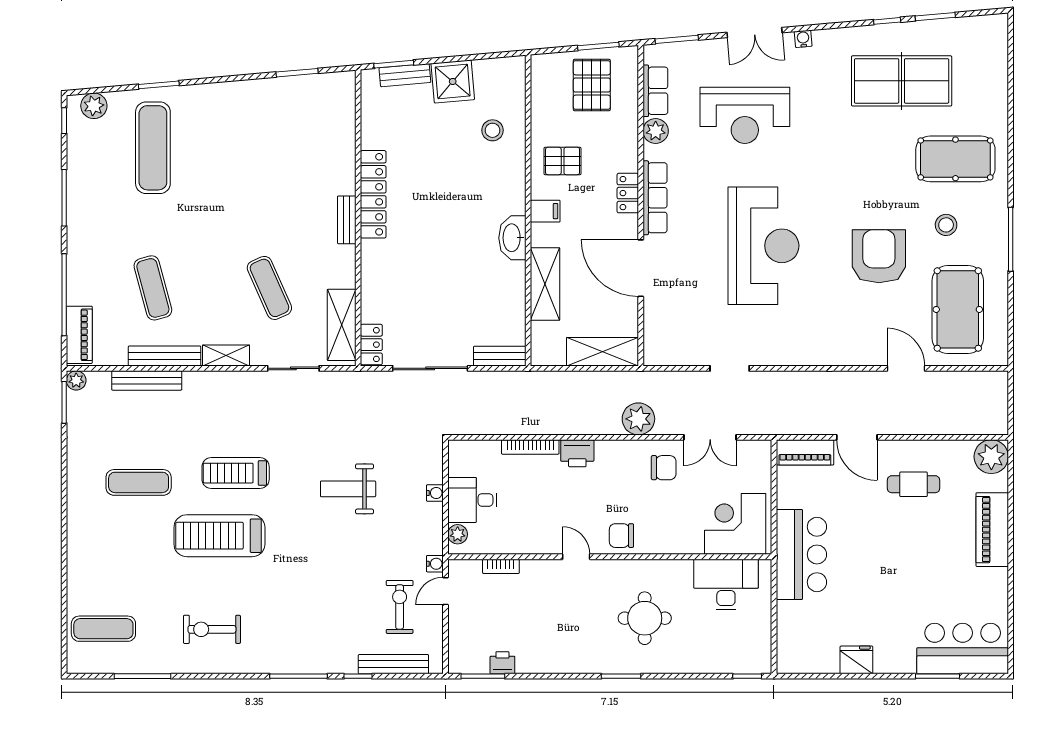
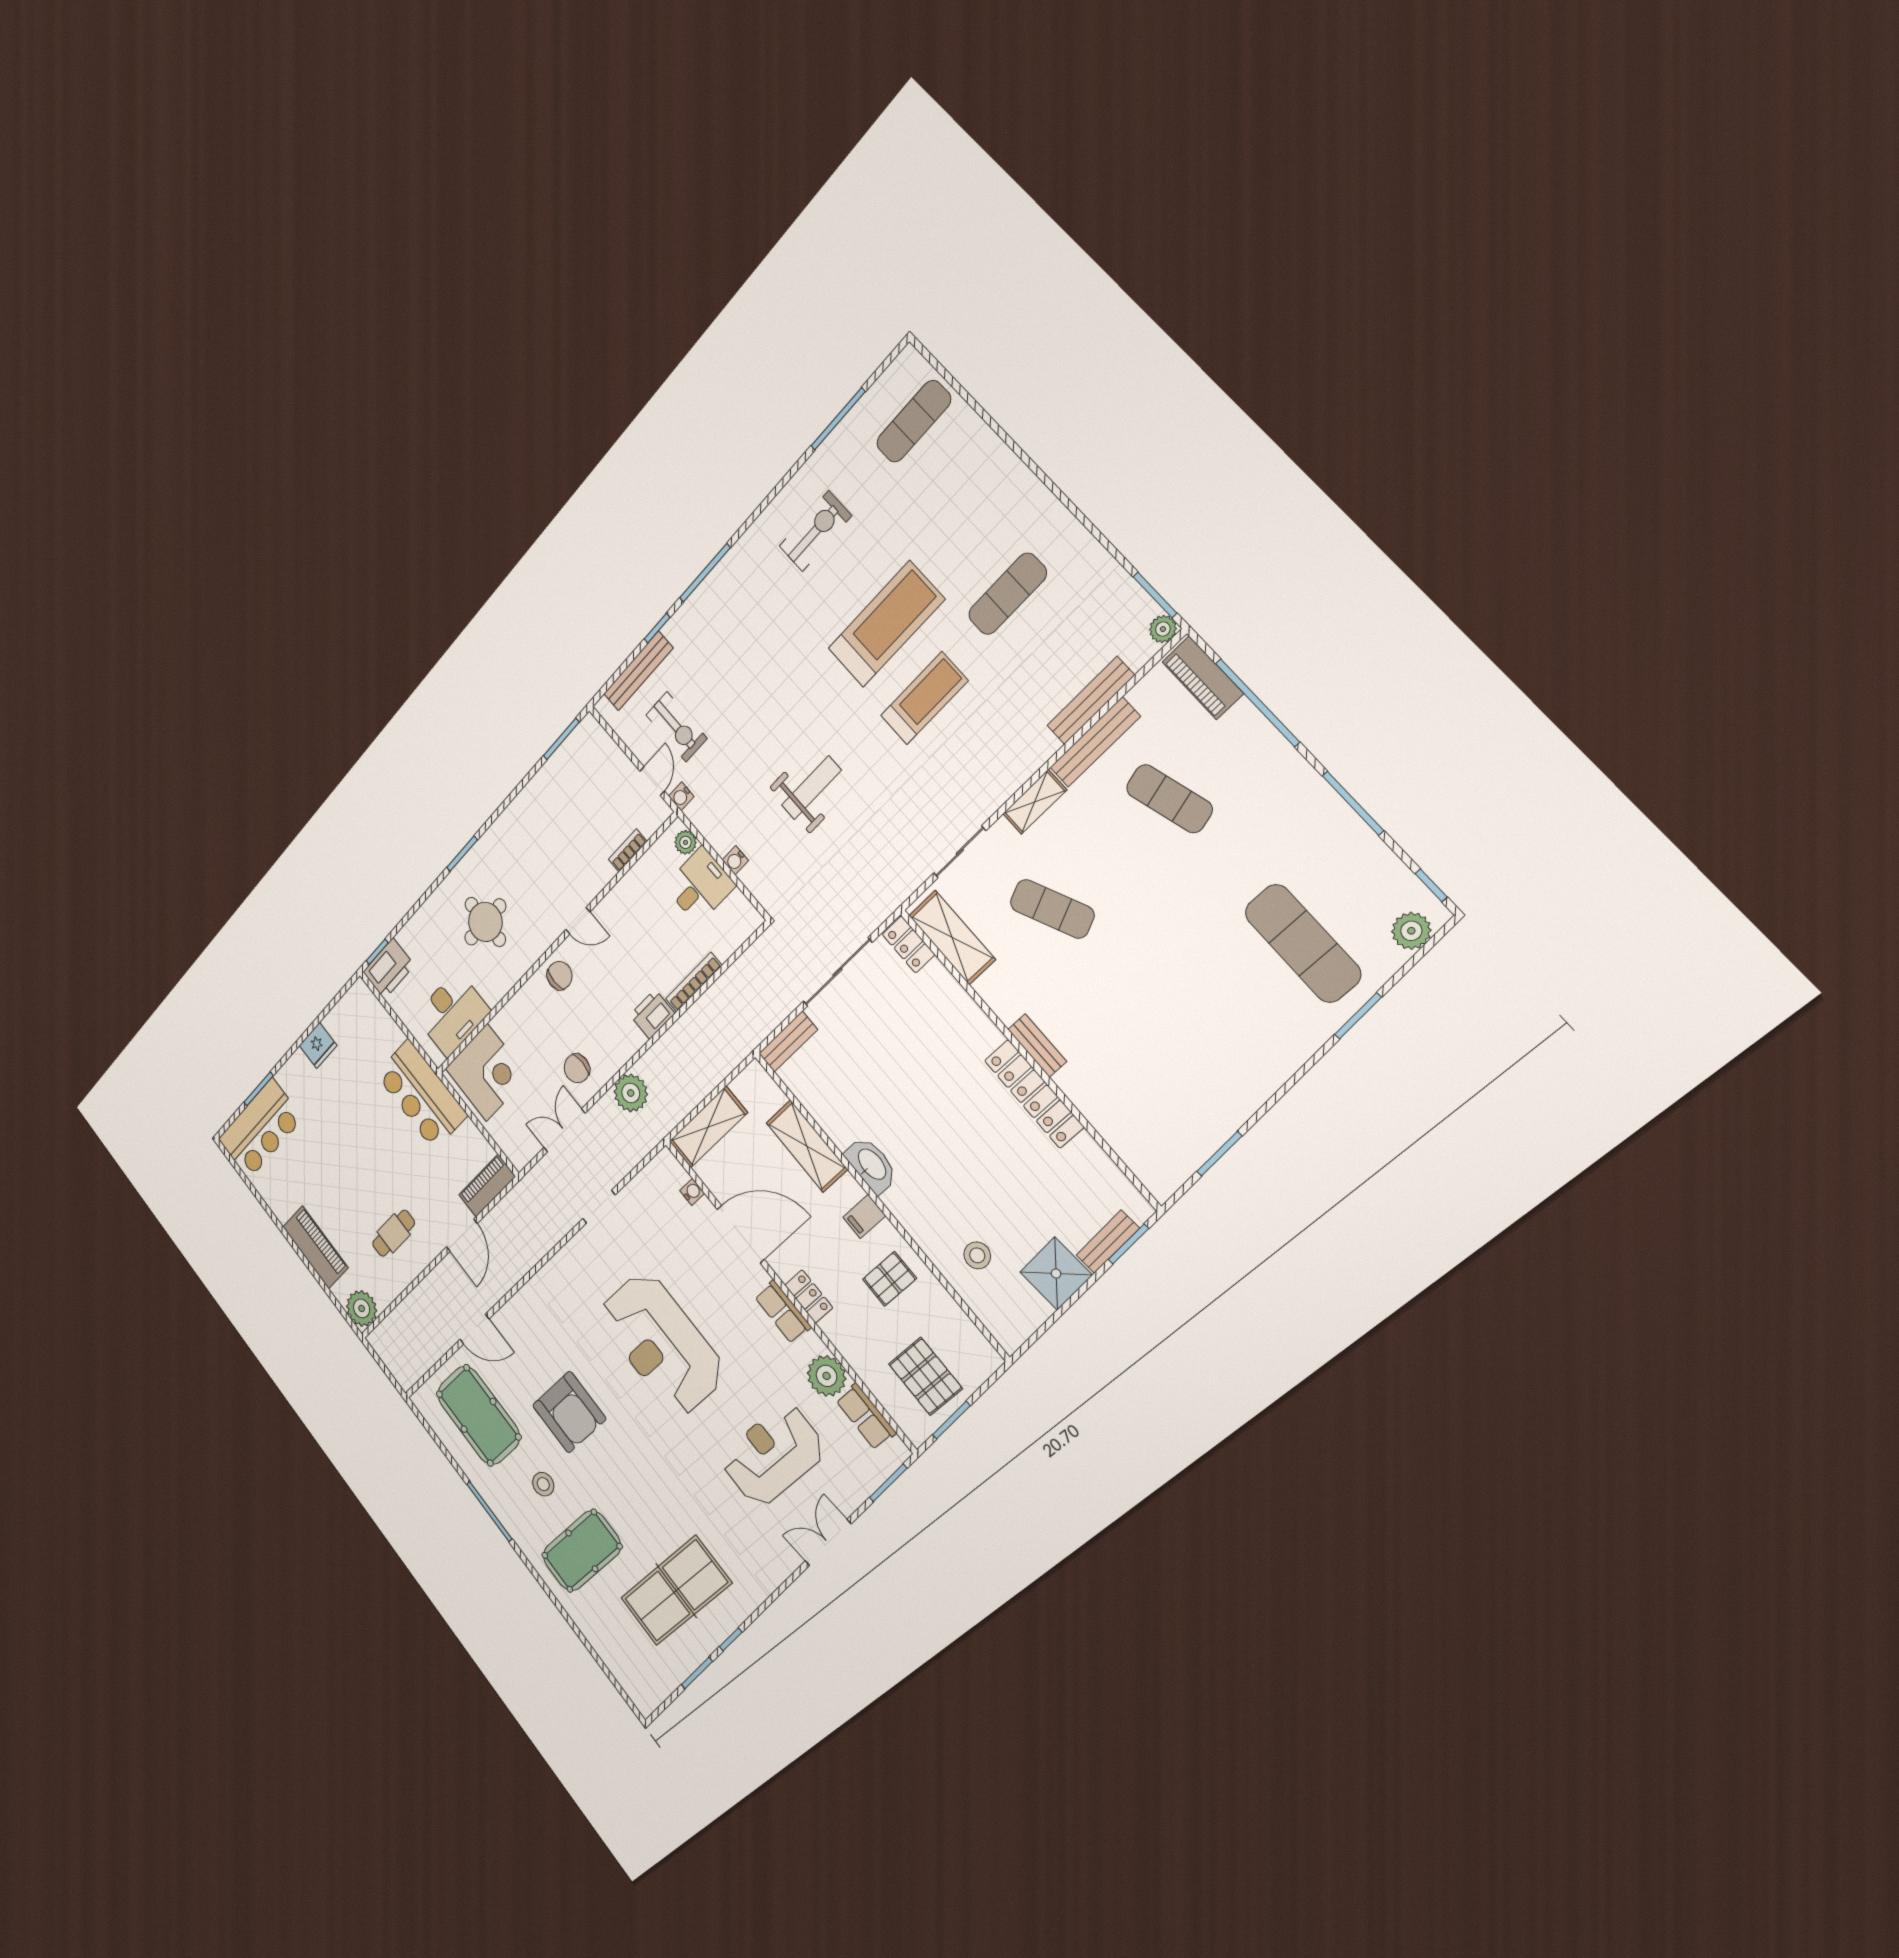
water cooler: (803, 39) -> (692, 1192), moved, turned -85
plant: (656, 131) -> (827, 1376), width x1.36, depth x1.36
row of seats: (655, 198) -> (783, 1312), width x0.68
door: (857, 437) -> (462, 1235), swing flipped
printer: (502, 663) -> (389, 969), moved, width x1.87, depth x1.48

